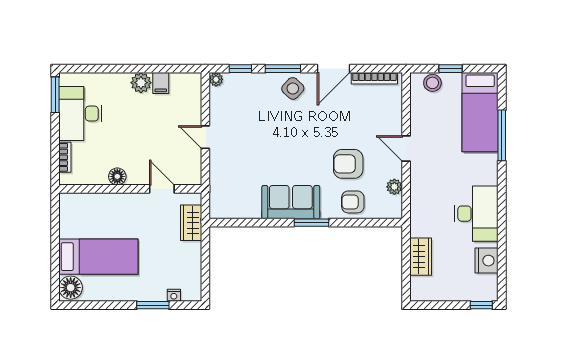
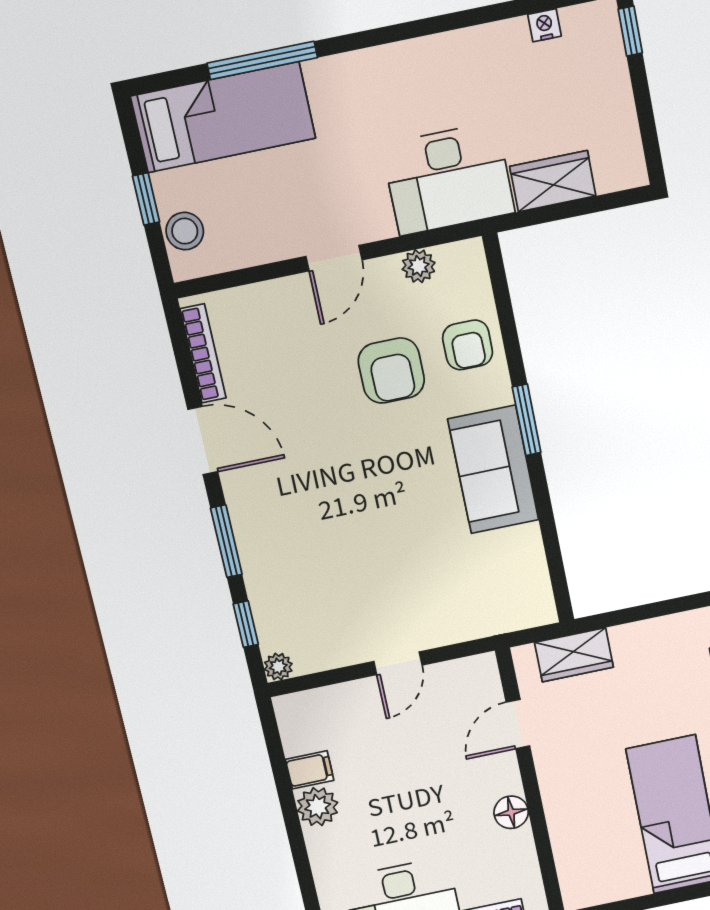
side table: (293, 88) -> (262, 513), removed
desk: (476, 214) -> (448, 179), moved, turned 180
nightstand: (487, 261) -> (545, 25), width x0.53, depth x0.56

